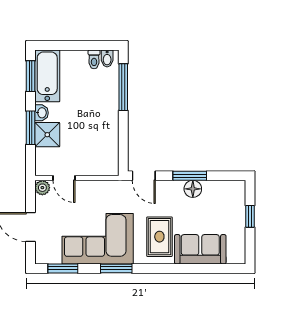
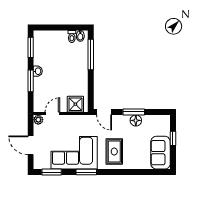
bathtub: (47, 76) -> (41, 47), removed
shower: (47, 135) -> (75, 104), moved
door: (64, 178) -> (52, 113), swing flipped
sofa: (200, 249) -> (161, 153), moved, turned -90

